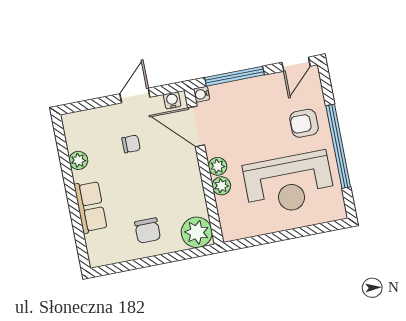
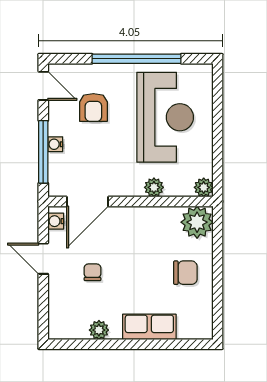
water cooler: (202, 94) -> (55, 144), moved, turned 90
armchair: (304, 123) -> (93, 107), moved
plant: (218, 166) -> (204, 187), moved

